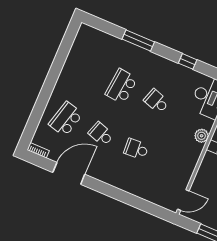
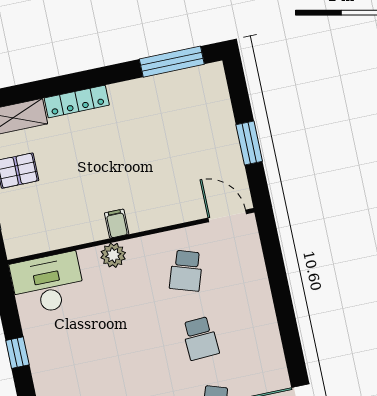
school desk: (157, 101) -> (186, 271), moved

